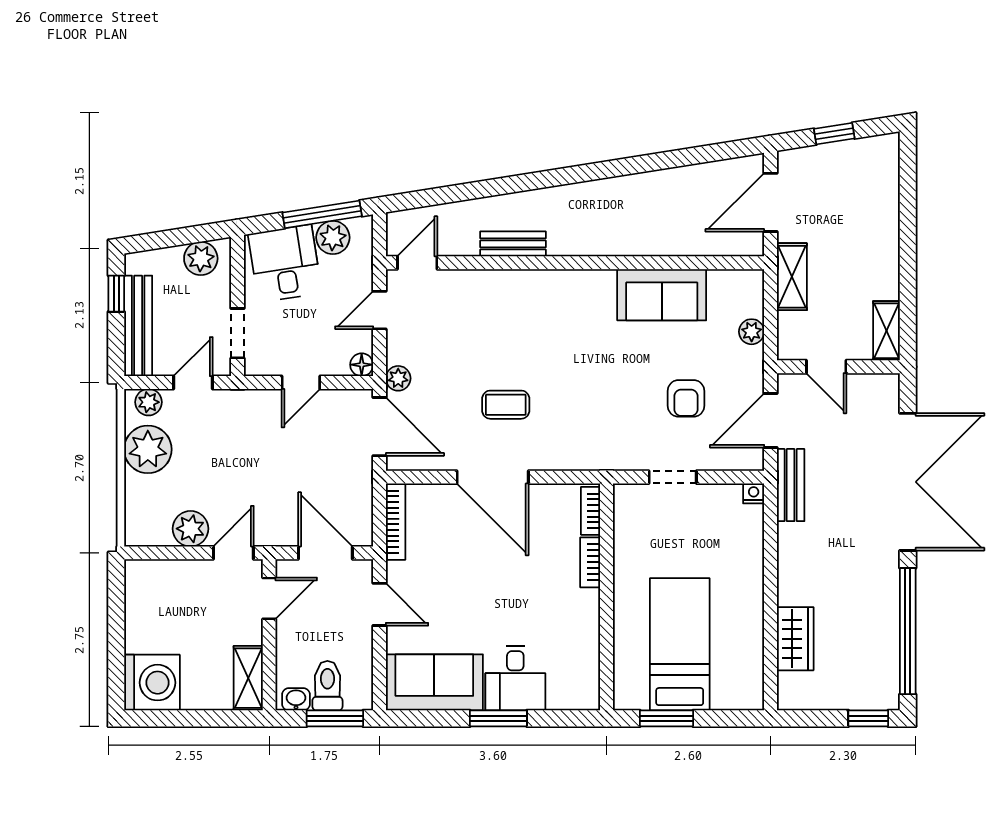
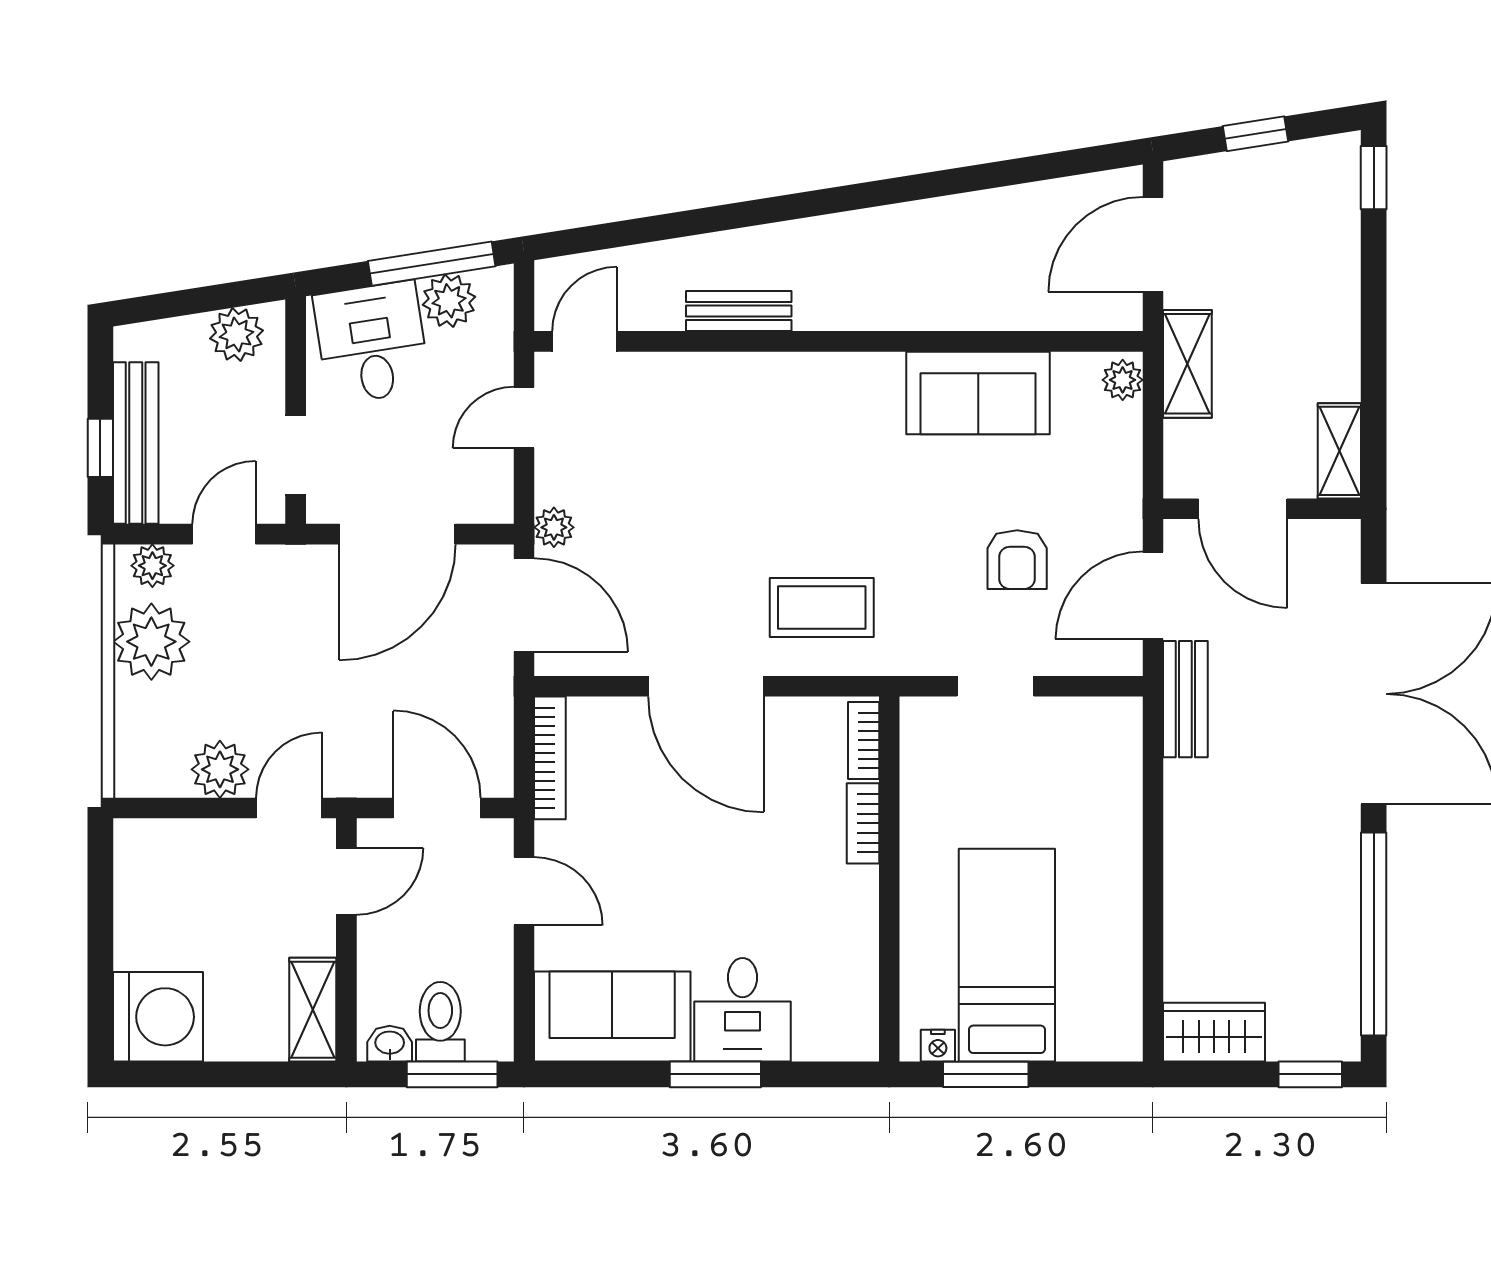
window: (908, 161) -> (1374, 178), added
window: (116, 294) -> (100, 448), moved
plant: (752, 332) -> (1123, 380), moved
floor lamp: (362, 365) -> (495, 506), removed
door: (826, 367) -> (1243, 509), width x1.38
door: (301, 383) -> (397, 534), width x1.88
coffee table: (506, 405) -> (822, 607), moved, width x1.36, depth x1.30
nightstand: (754, 493) -> (938, 1046), moved, turned 180
wardrobe: (795, 639) -> (1214, 1032), moved, turned -90

